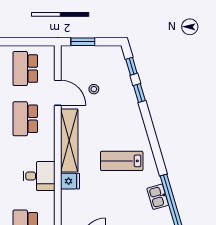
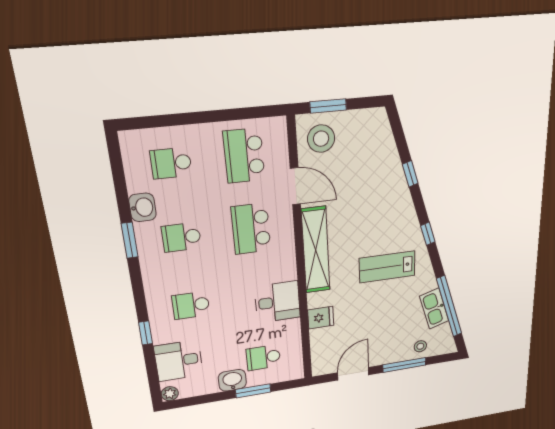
window: (131, 66) -> (428, 234), moved
stool: (94, 89) -> (321, 139), moved, width x1.89, depth x1.89
fridge: (70, 181) -> (321, 318), moved
kitchen sink: (158, 197) -> (434, 309), width x1.38

